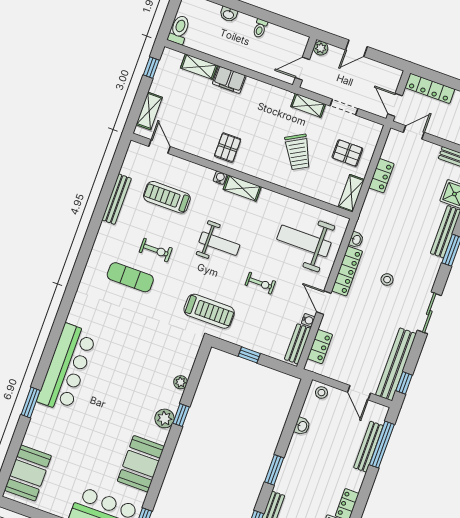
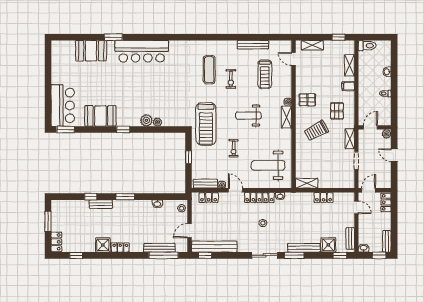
door: (302, 69) -> (370, 127), hinge flipped
filing cabinet: (229, 80) -> (348, 86), width x0.50
locker: (430, 88) -> (386, 202), width x0.66
door: (160, 146) -> (293, 59), swing flipped
trolley: (298, 152) -> (316, 131), moved
pallet: (347, 153) -> (337, 111), moved
treadmill: (167, 197) -> (265, 74), turned 180
weight bench: (304, 241) -> (268, 165), turned -90
weight bench: (219, 244) -> (248, 116), turned 90
door: (324, 303) -> (236, 190), hinge flipped
treadmill: (209, 311) -> (206, 124), width x1.37, depth x1.38
sliding door: (429, 313) -> (265, 255), moved
window: (181, 415) -> (123, 129), moved
plant: (165, 418) -> (146, 120), moved
booth: (28, 473) -> (91, 51), moved

